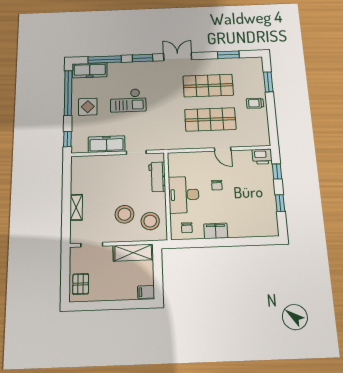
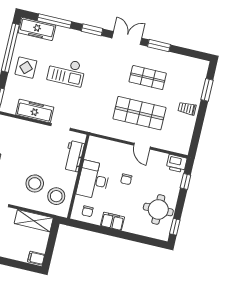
window: (228, 55) -> (159, 46), moved
shop shelf: (208, 86) -> (148, 78), width x0.70, depth x0.74
window: (280, 203) -> (175, 227), moved
round table: (259, 206) -> (158, 209), added

